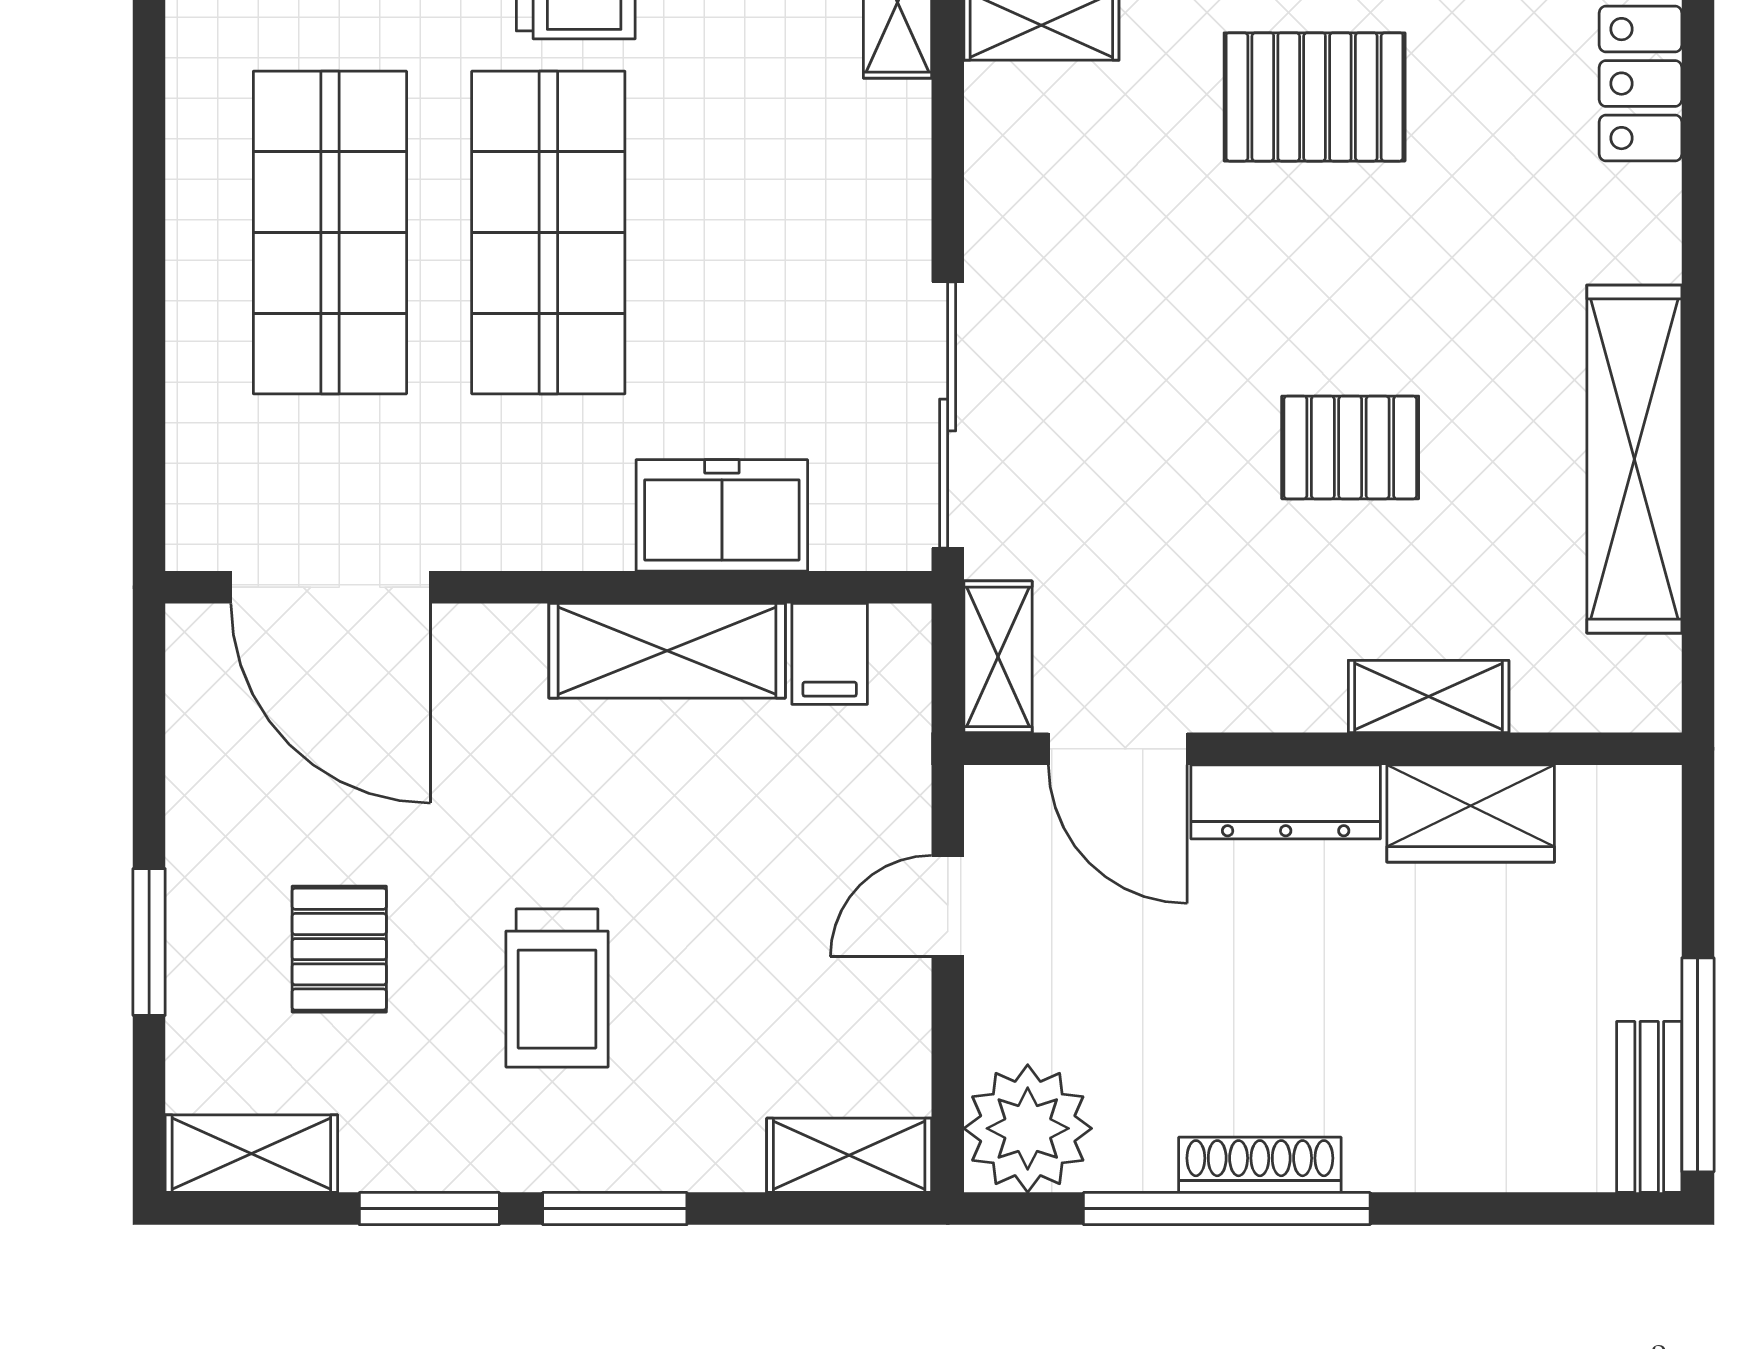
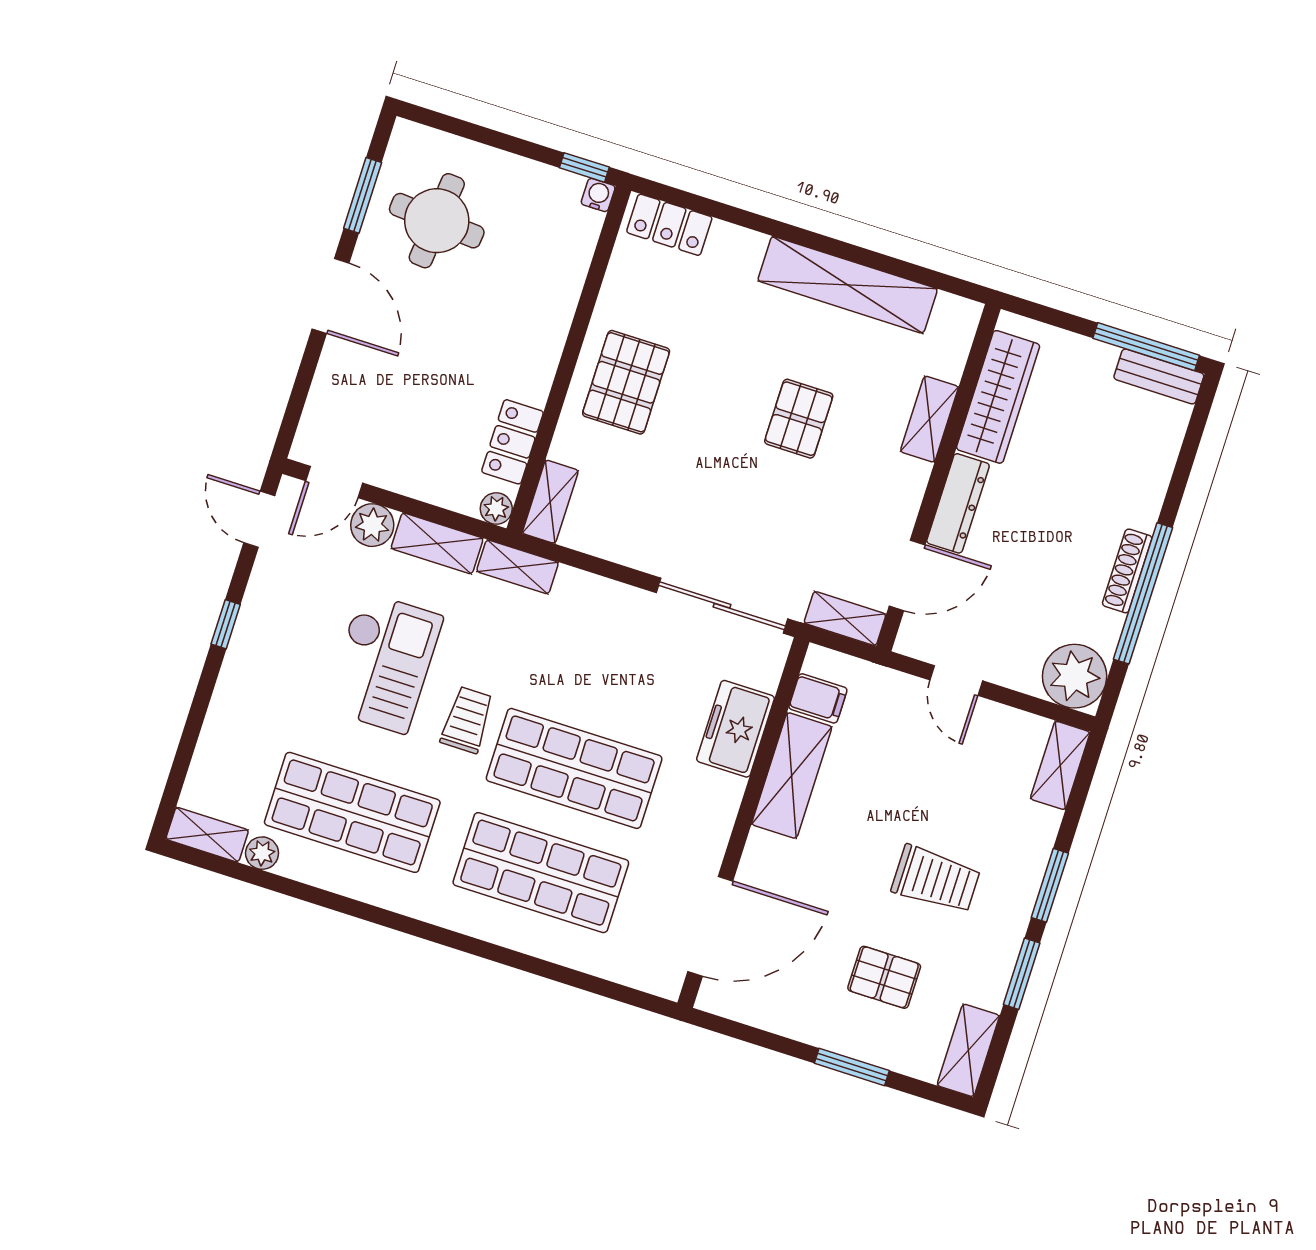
wardrobe: (1471, 813) -> (998, 397), width x1.50

